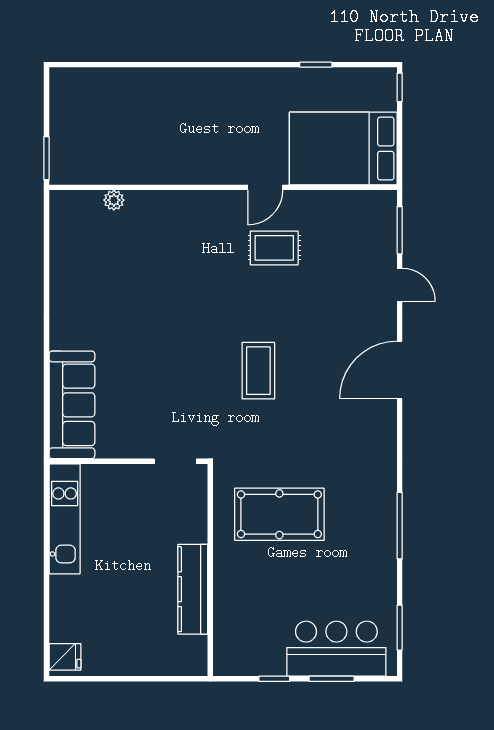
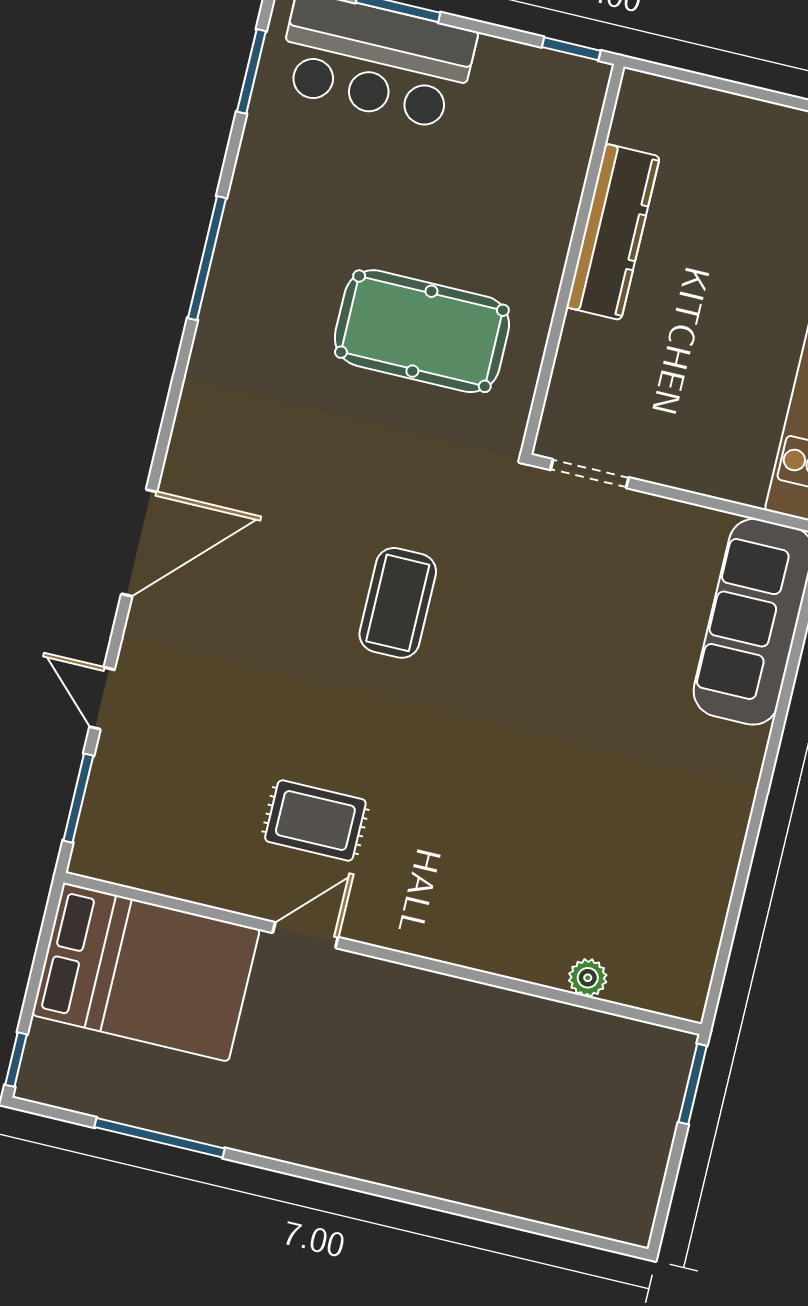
window: (316, 65) -> (160, 1138), width x2.17
window: (274, 679) -> (571, 49), moved

